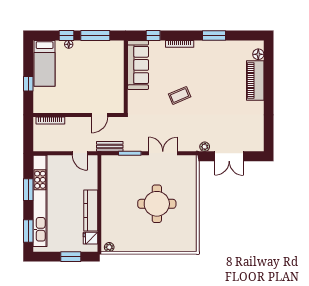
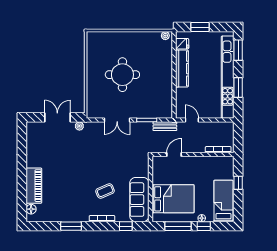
bed: (101, 66) -> (173, 199), added
coffee table: (180, 95) -> (105, 191), moved

